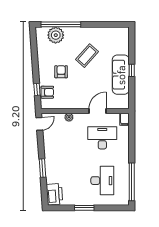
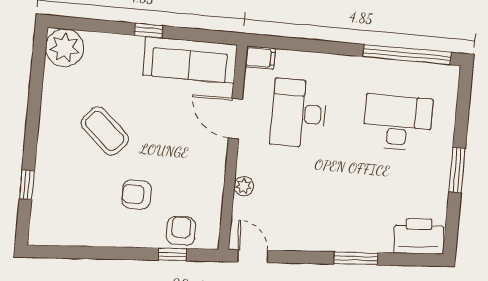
window: (61, 24) -> (27, 185), width x0.32
plant: (56, 35) -> (65, 48), moved
sofa: (121, 75) -> (190, 60), moved

